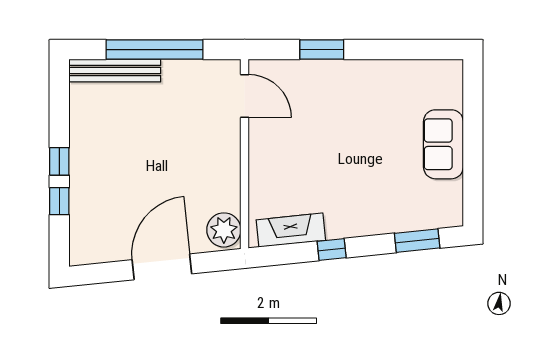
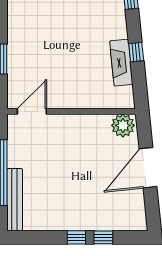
fireplace: (291, 230) -> (121, 63), moved
door: (162, 267) -> (148, 168), hinge flipped

